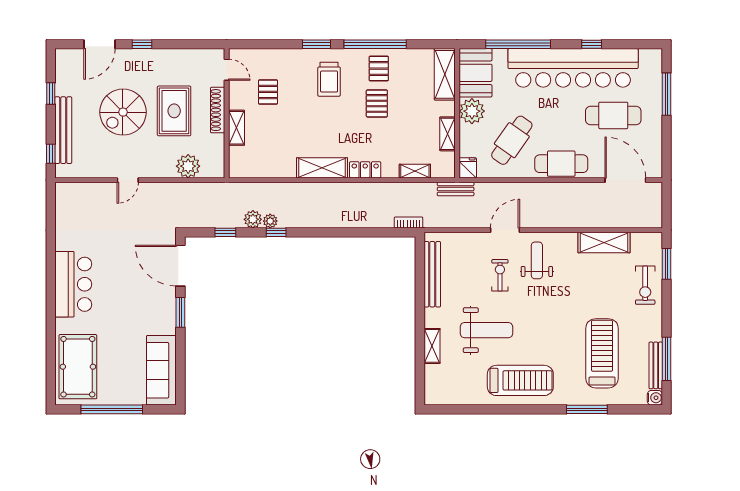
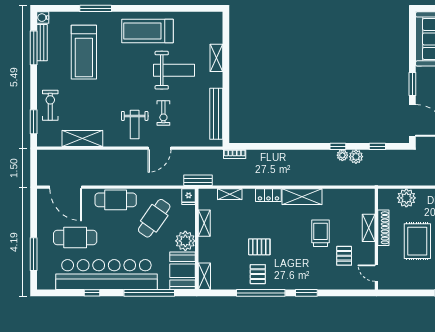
shelving: (445, 74) -> (204, 276), width x0.67, depth x0.75
trolley: (329, 79) -> (320, 233), moved
pallet: (377, 103) -> (259, 247), turned 90
shoe rack: (218, 110) -> (383, 228), moved
weight bench: (486, 330) -> (174, 70), turned 180

